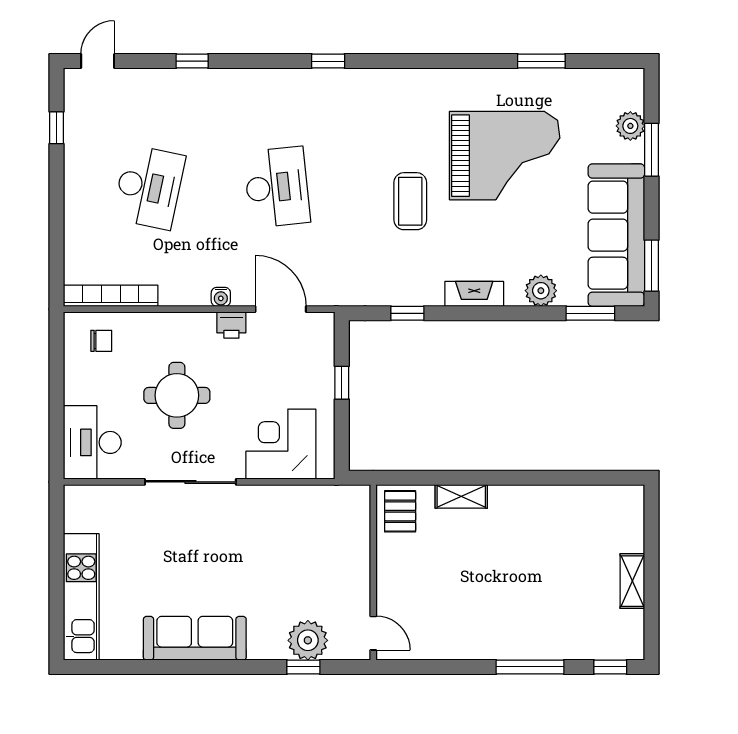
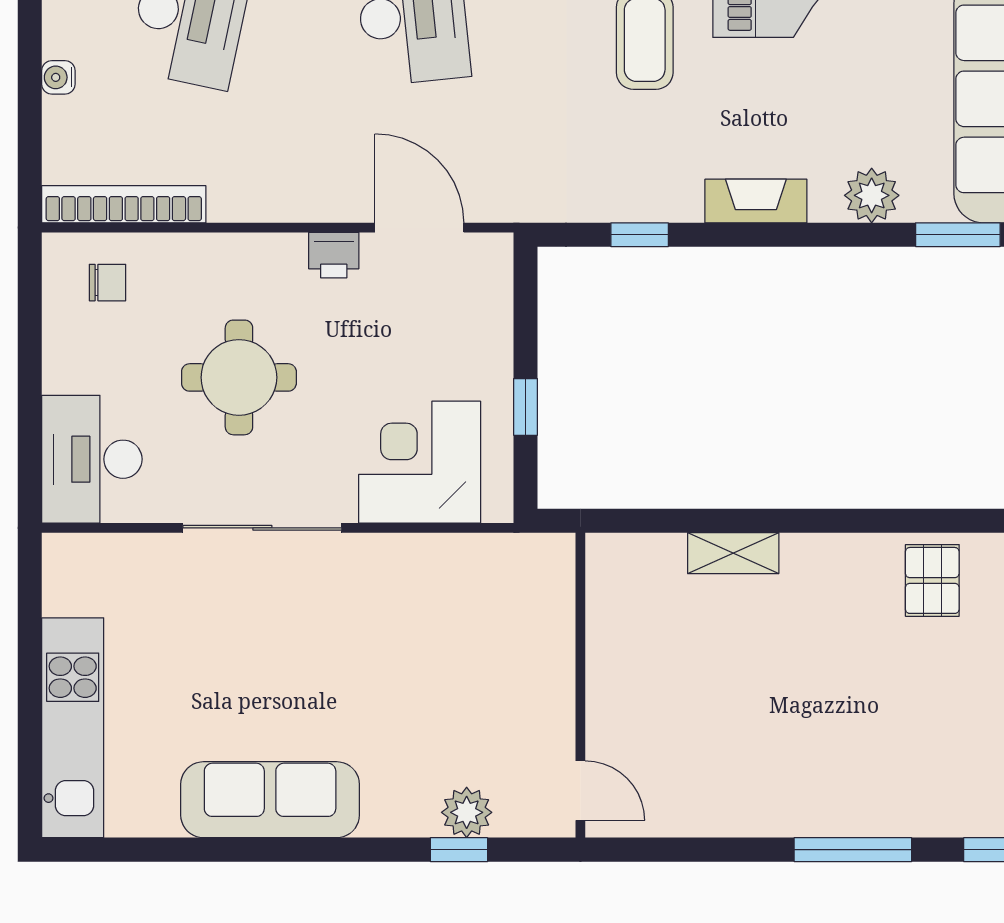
water cooler: (221, 297) -> (58, 77), moved, turned 90
window: (342, 383) -> (526, 407), moved
pallet: (400, 511) -> (932, 580), moved
plant: (308, 640) -> (467, 812), width x0.73, depth x0.73

